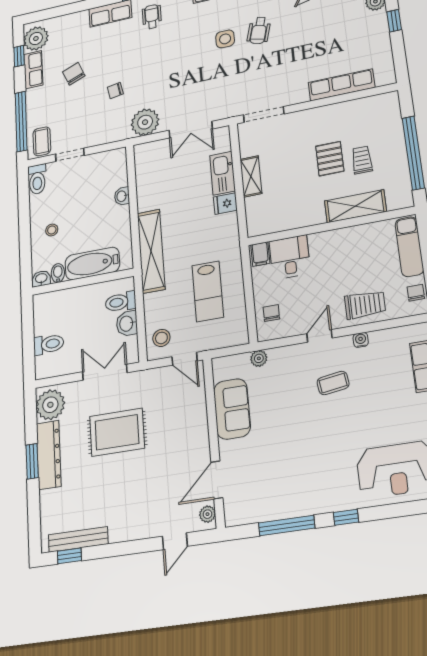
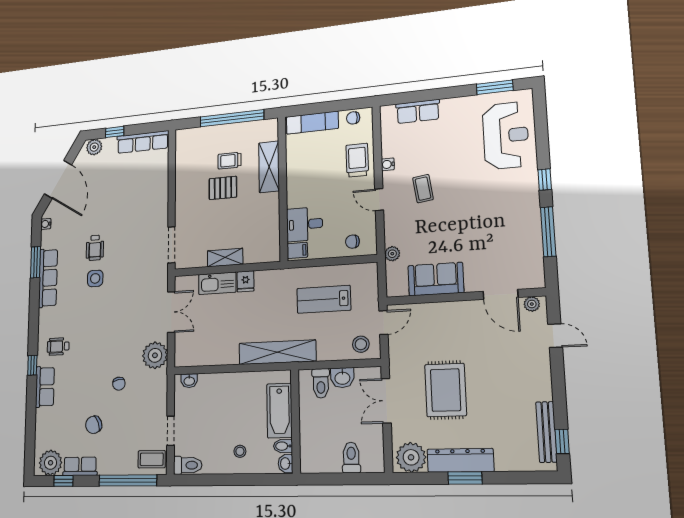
wheelchair: (259, 30) -> (95, 248), turned 75
row of seats: (341, 85) -> (143, 142), moved, turned -90
washbasin: (122, 196) -> (189, 381), moved
lab bench: (208, 291) -> (324, 299), turned 180

